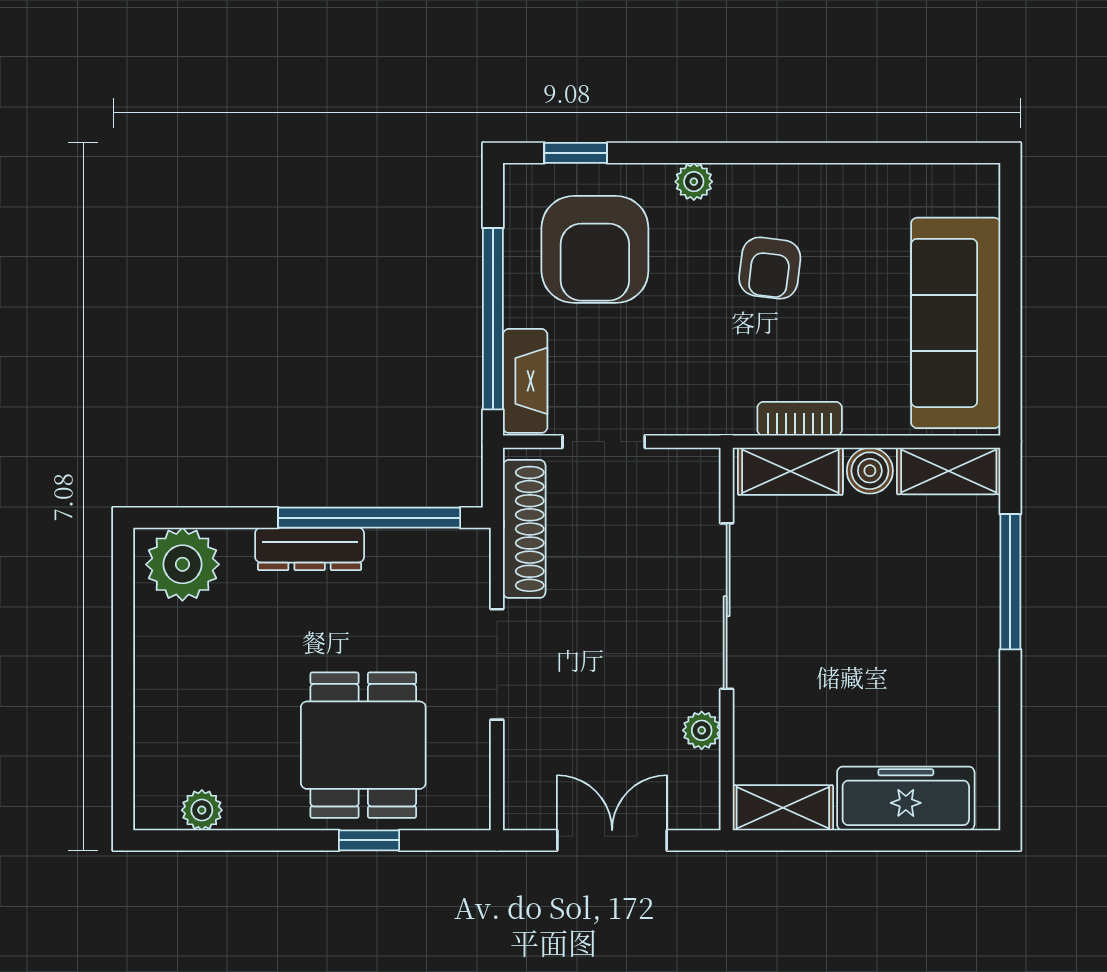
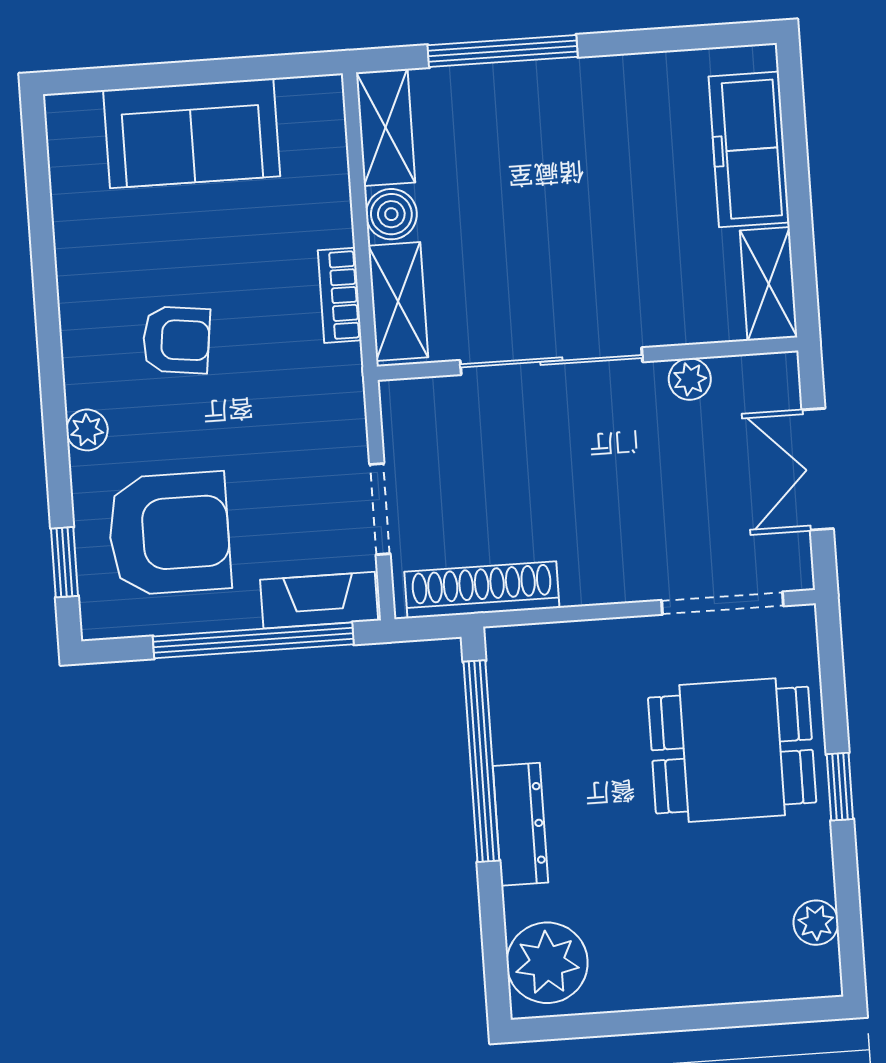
sofa: (956, 323) -> (192, 133), width x0.73
doorway: (497, 664) -> (722, 603), moved
window: (369, 840) -> (840, 787), moved

